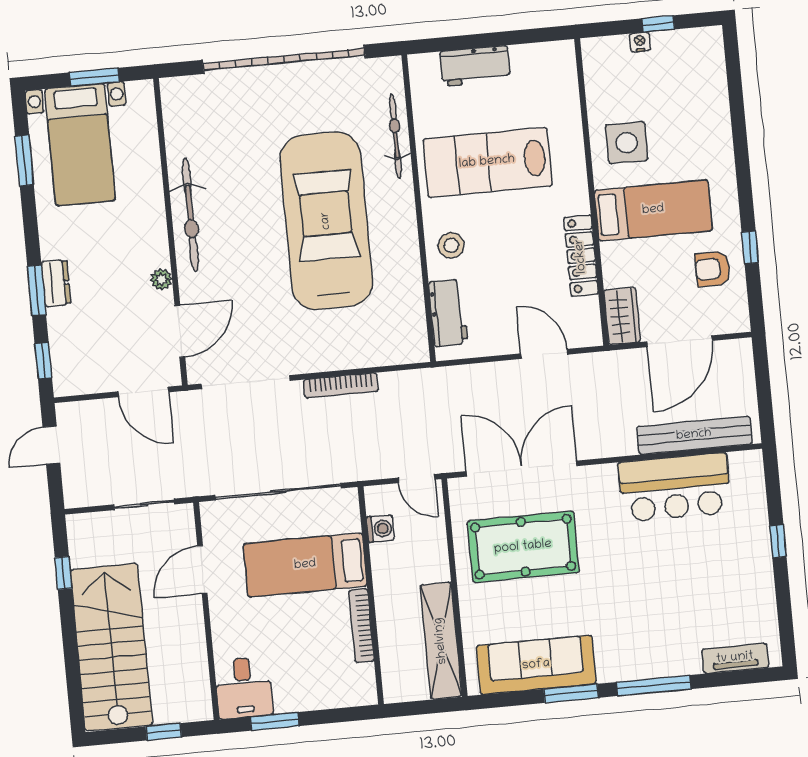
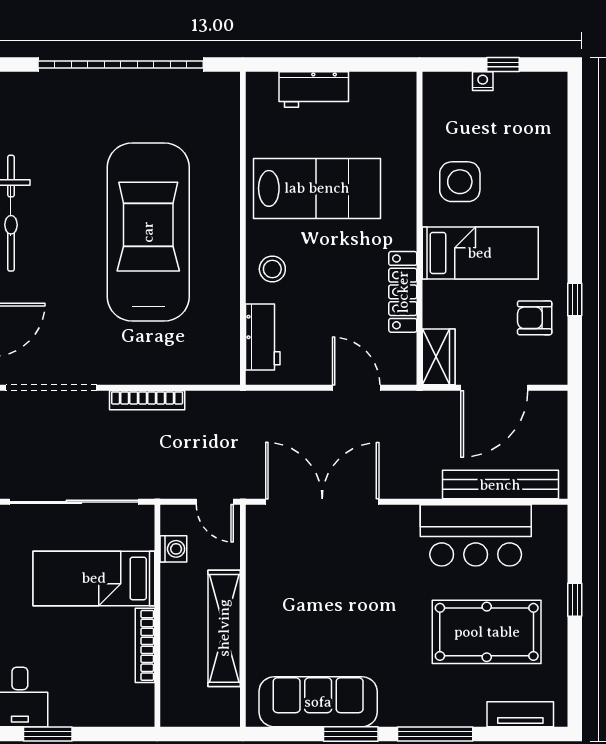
bicycle: (396, 136) -> (226, 153), removed
lab bench: (487, 162) -> (317, 188), turned 180
pool table: (523, 547) -> (487, 632), moved
shelving: (441, 641) -> (224, 628), moved

